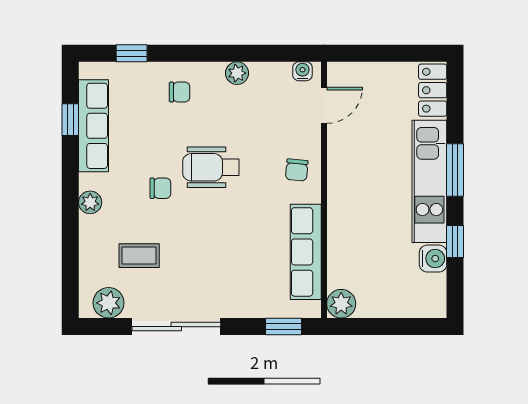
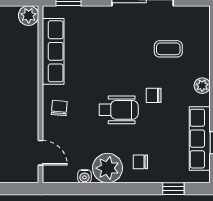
water cooler: (302, 71) -> (85, 176), moved
plant: (237, 73) -> (108, 168), width x1.87, depth x1.87
door: (324, 105) -> (40, 153), swing flipped
plant: (109, 303) -> (189, 16), removed

